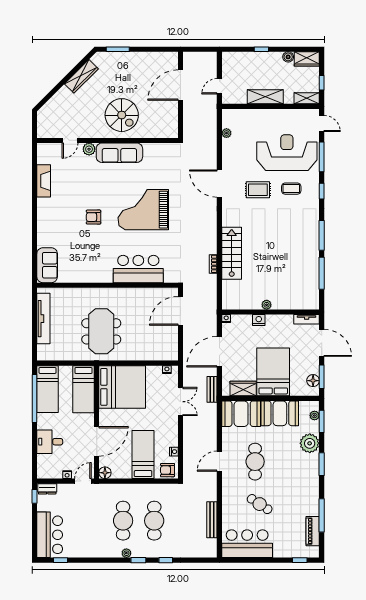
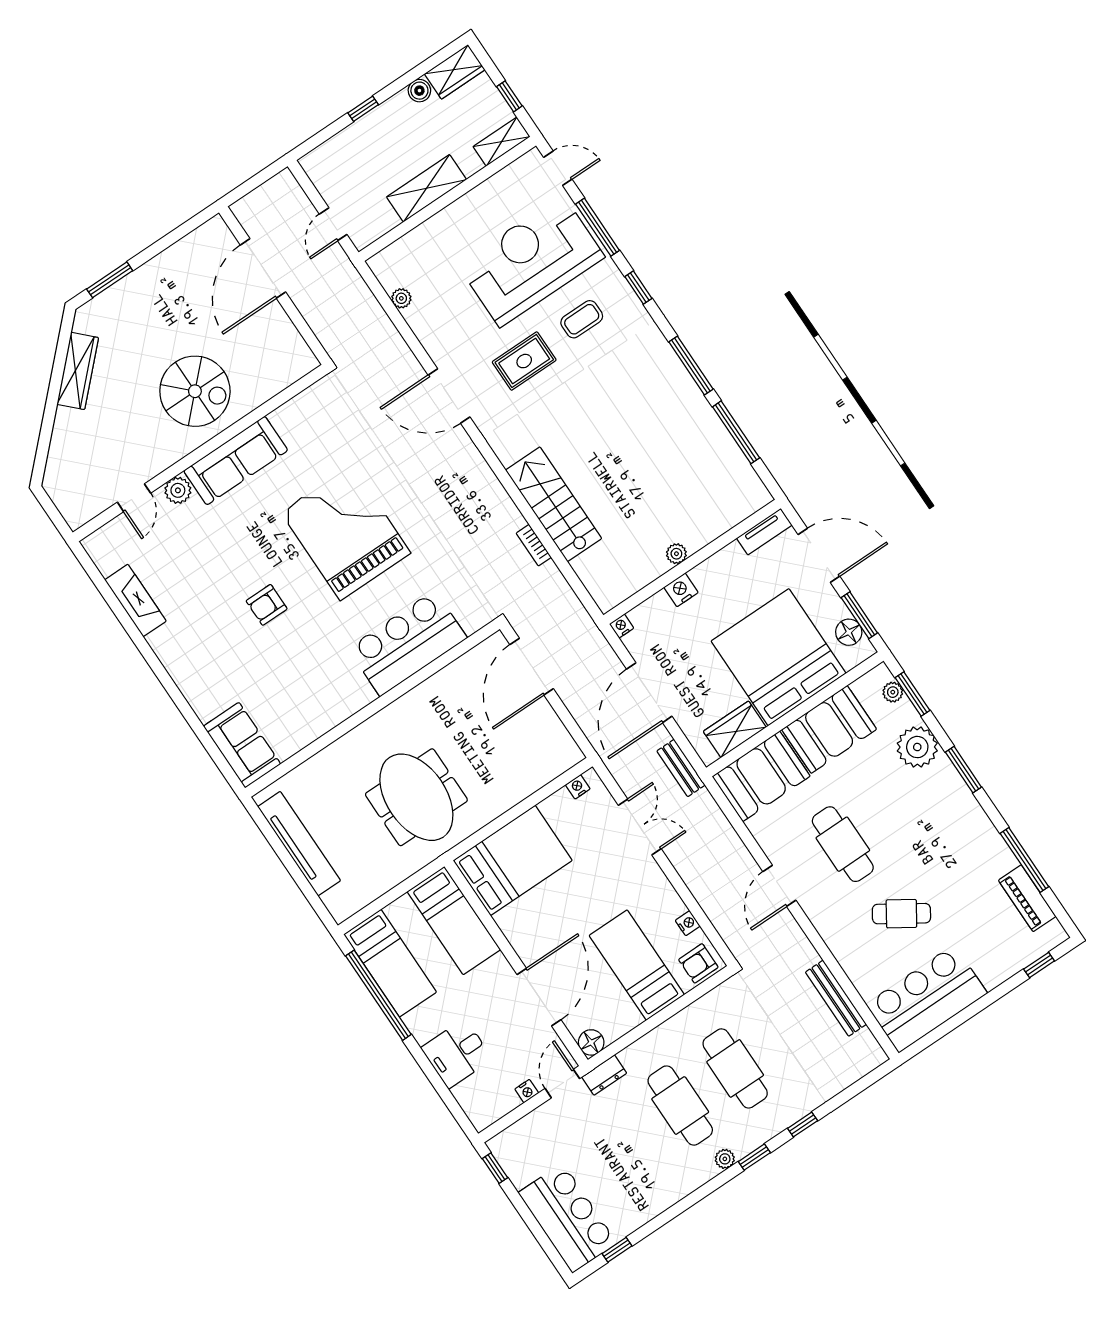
grand piano: (143, 210) -> (346, 533), turned 90
bed: (273, 372) -> (779, 657), width x1.36
bed: (122, 387) -> (513, 860), width x0.73
dresser: (47, 489) -> (604, 1075), moved

